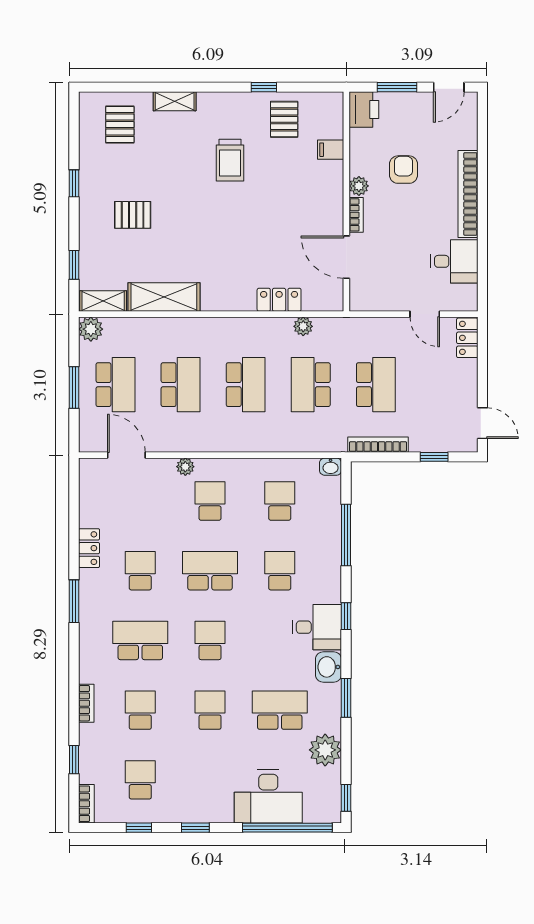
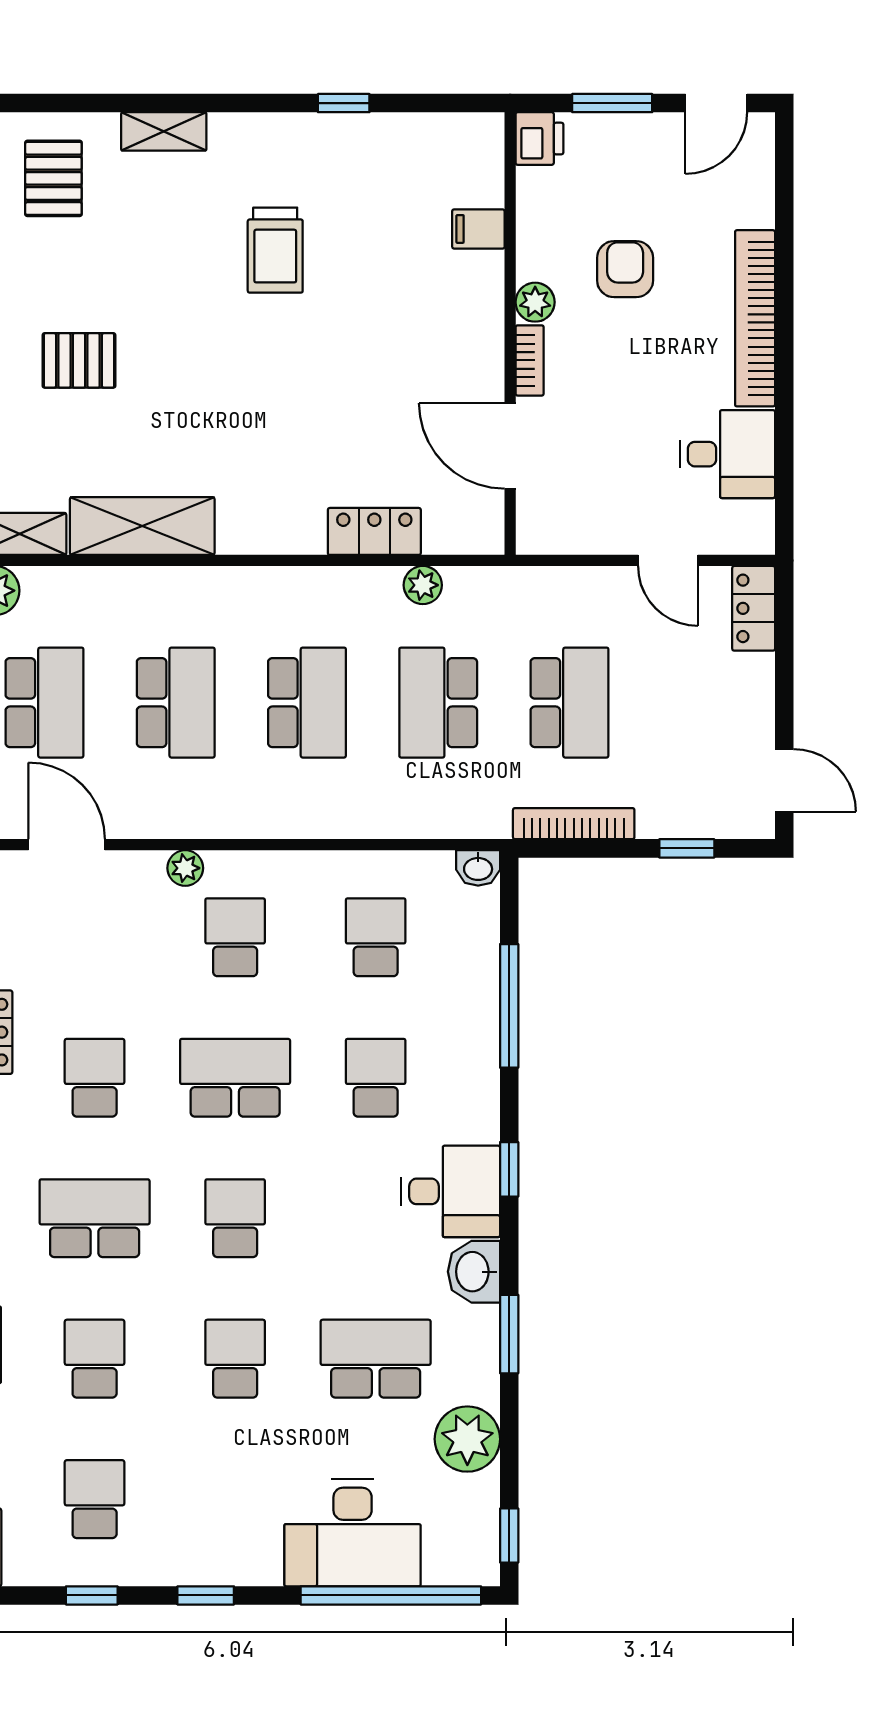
printer: (364, 110) -> (539, 139), width x0.73, depth x0.81
pallet: (284, 119) -> (385, 168), removed

